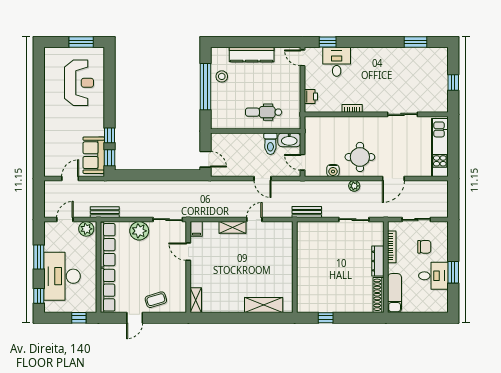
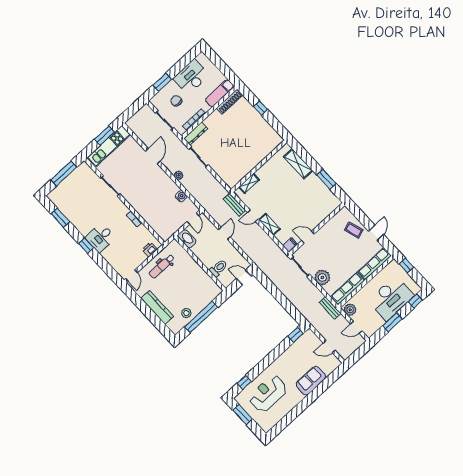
window: (328, 42) -> (86, 246), moved
desk: (337, 62) -> (100, 238), moved
window: (453, 82) -> (64, 173), width x2.17
dental chair: (264, 112) -> (162, 266), moved, turned 90
window: (109, 135) -> (244, 382), moved
toilet: (270, 144) -> (218, 268), moved
window: (453, 152) -> (104, 136), added
sofa: (94, 155) -> (311, 381), moved, turned 180
round table: (360, 157) -> (158, 188), removed
door: (206, 159) -> (244, 277), hinge flipped
door: (393, 179) -> (153, 156), hinge flipped
bench: (307, 212) -> (234, 205), moved
door: (188, 252) -> (308, 237), swing flipped
dresser: (378, 261) -> (196, 134), moved
window: (453, 272) -> (162, 82), moved
desk: (433, 276) -> (191, 77), width x1.37
shelving: (196, 300) -> (249, 184), moved
door: (135, 318) -> (376, 233), hinge flipped
window: (225, 318) -> (326, 179), added
window: (326, 318) -> (260, 108), moved

